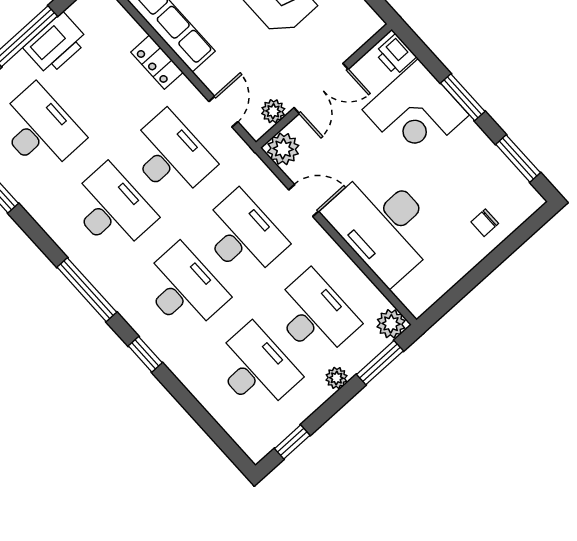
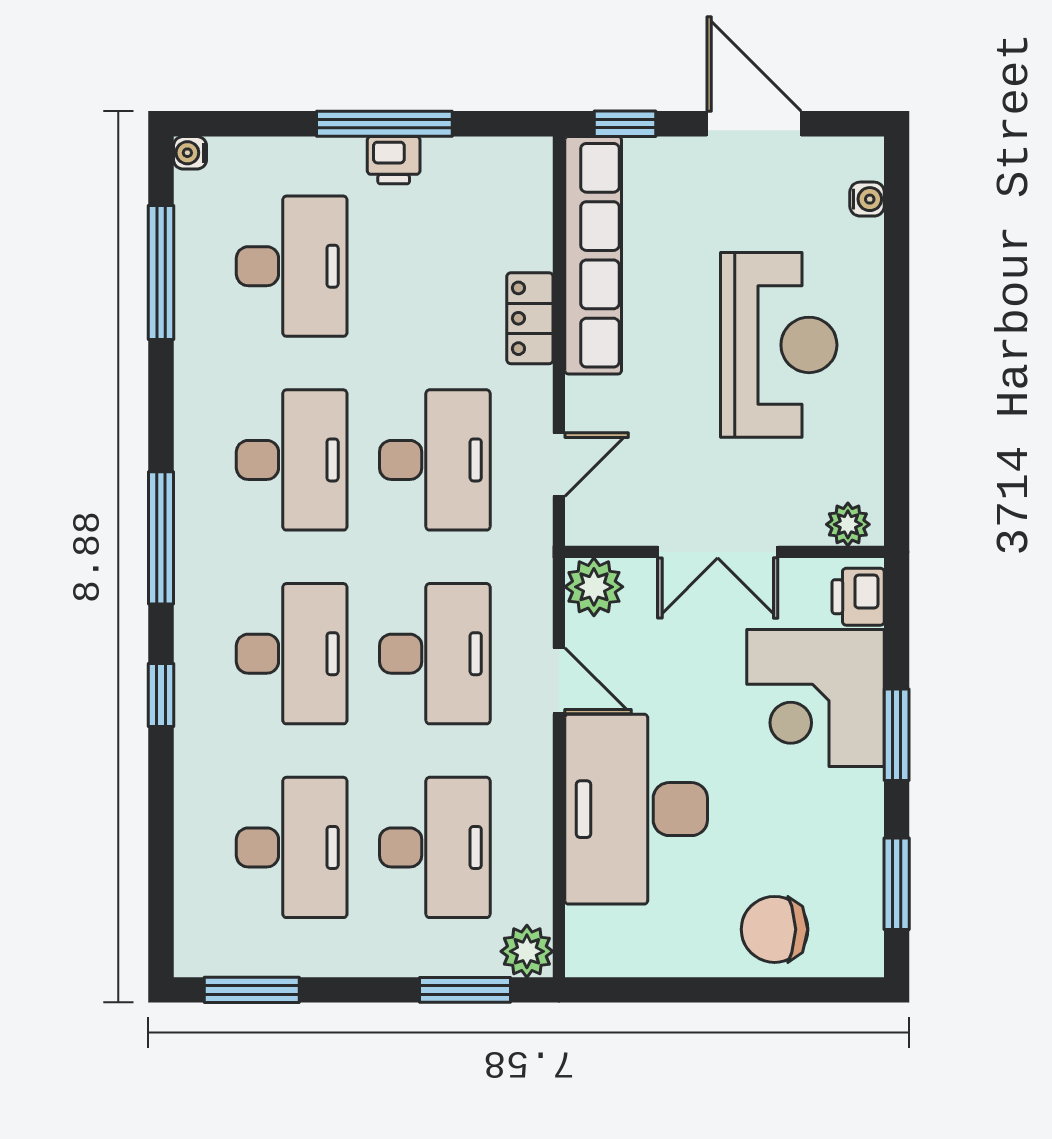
printer: (56, 44) -> (394, 160), width x0.53, depth x0.68
plant: (273, 111) -> (848, 524), moved
chair: (485, 223) -> (775, 929), width x1.87, depth x1.87
plant: (336, 378) -> (388, 958), removed
window: (292, 442) -> (252, 990), width x1.50

